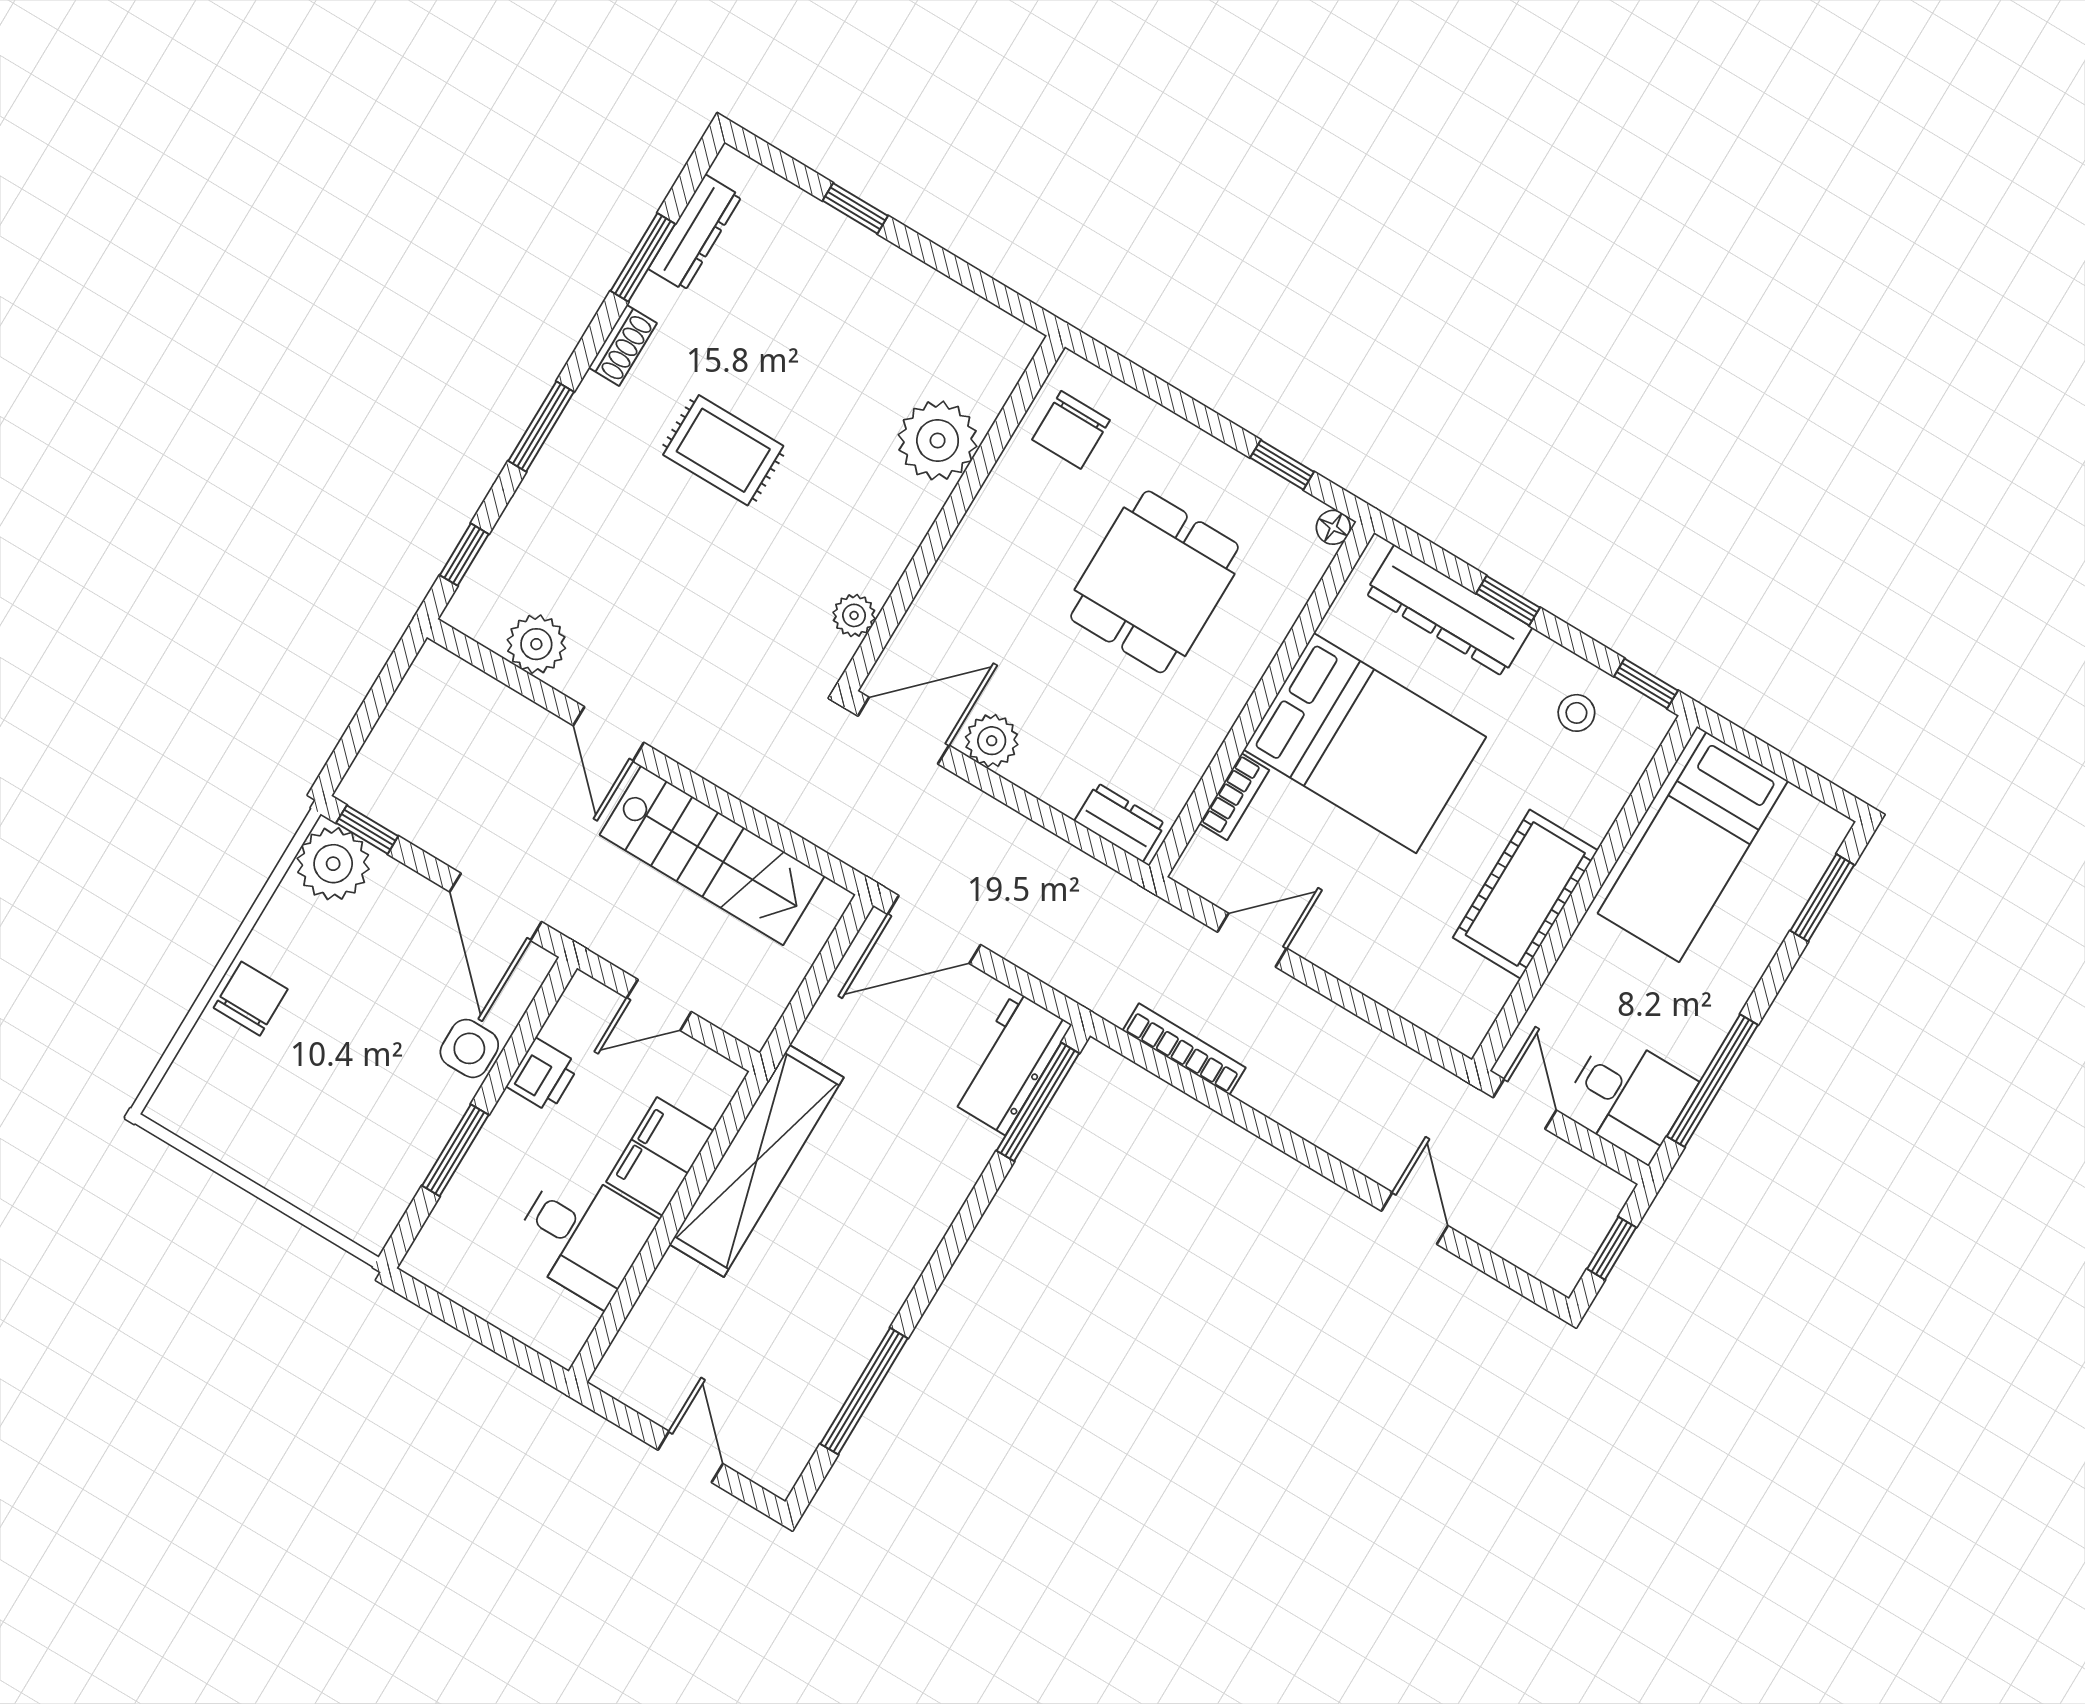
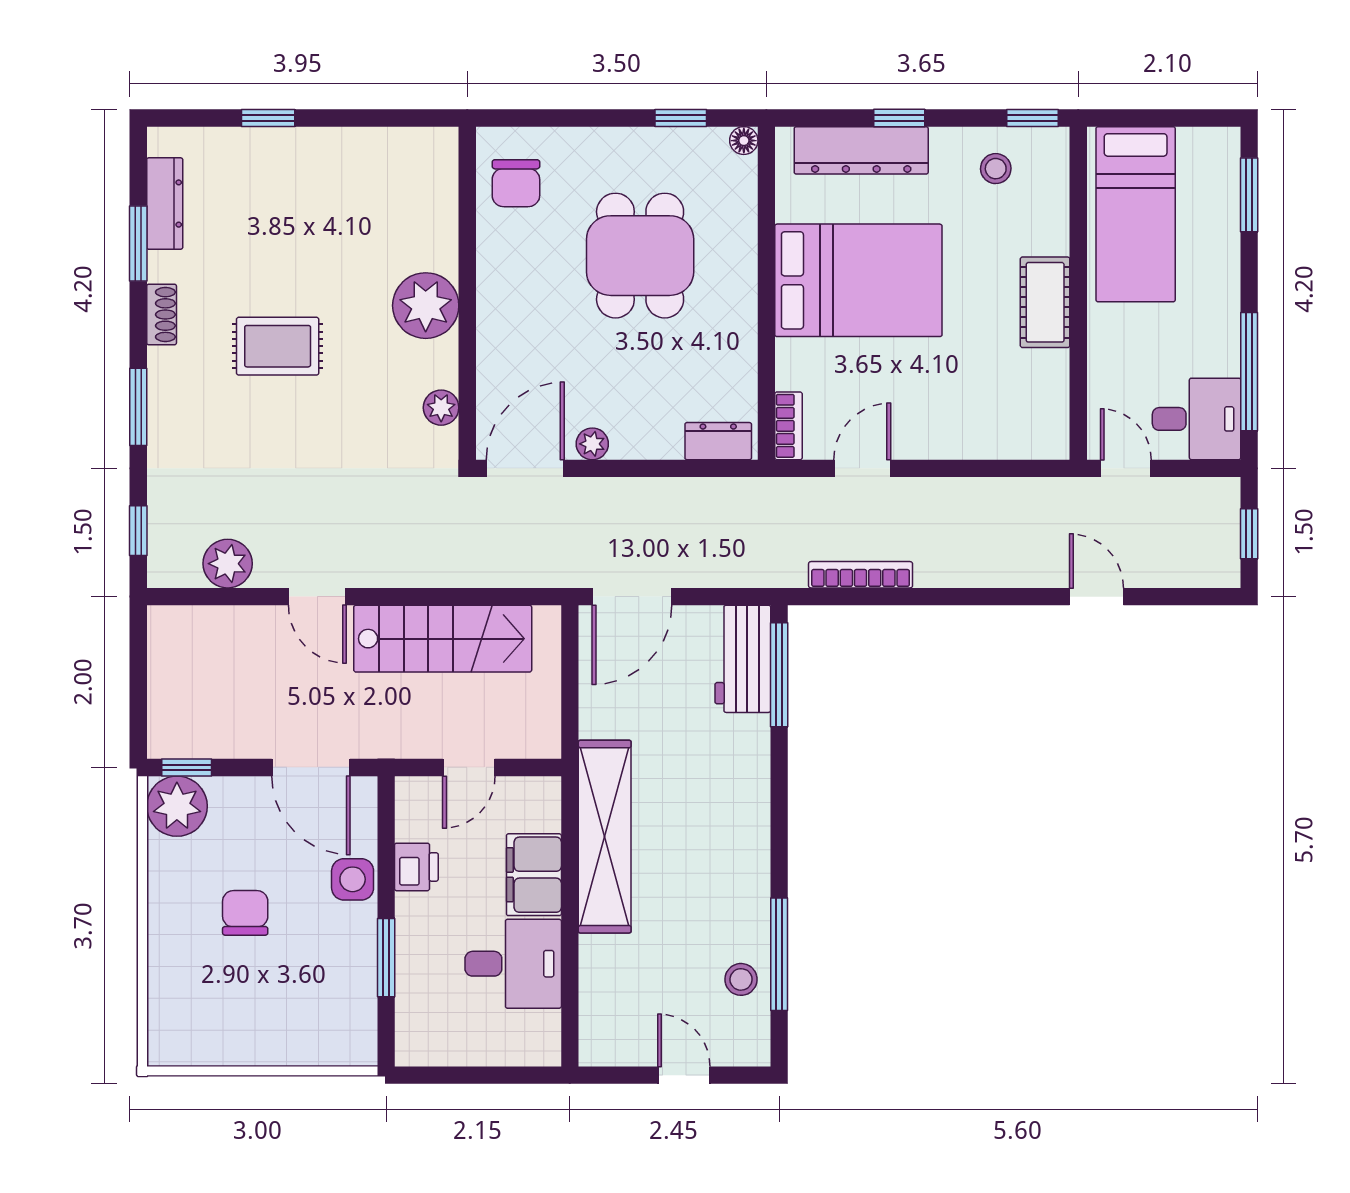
plant: (938, 440) -> (426, 306), moved
plant: (992, 741) -> (592, 444), width x0.73, depth x0.73
bookcase: (1234, 797) -> (788, 426), moved
cot: (1525, 894) -> (1045, 302), width x0.73, depth x0.75
chair: (251, 999) -> (245, 913), moved
stool: (809, 1393) -> (741, 979), added

